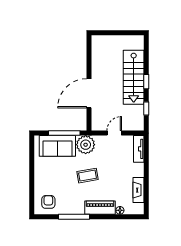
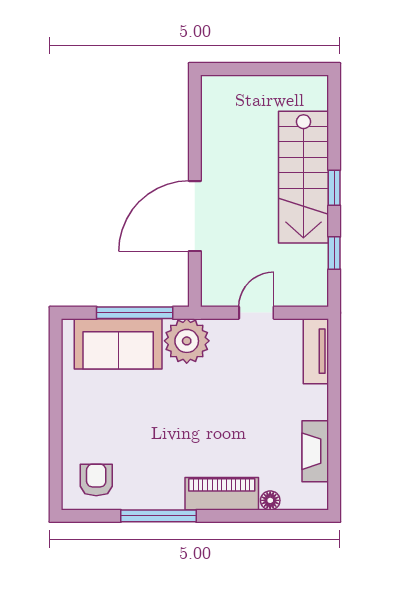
coffee table: (87, 176) -> (191, 416), removed

